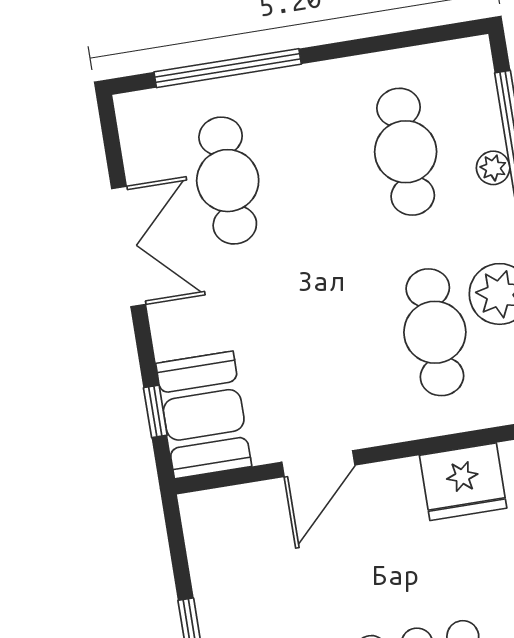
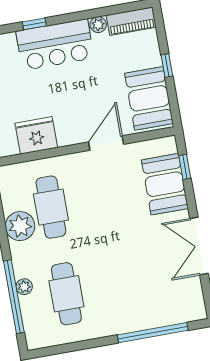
cafe table: (228, 181) -> (152, 279), removed
booth: (204, 415) -> (165, 184), moved
booth: (228, 555) -> (149, 98), added

